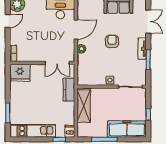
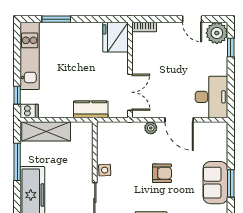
double door: (57, 63) -> (130, 92), swing flipped
shelving: (84, 106) -> (46, 131), moved

